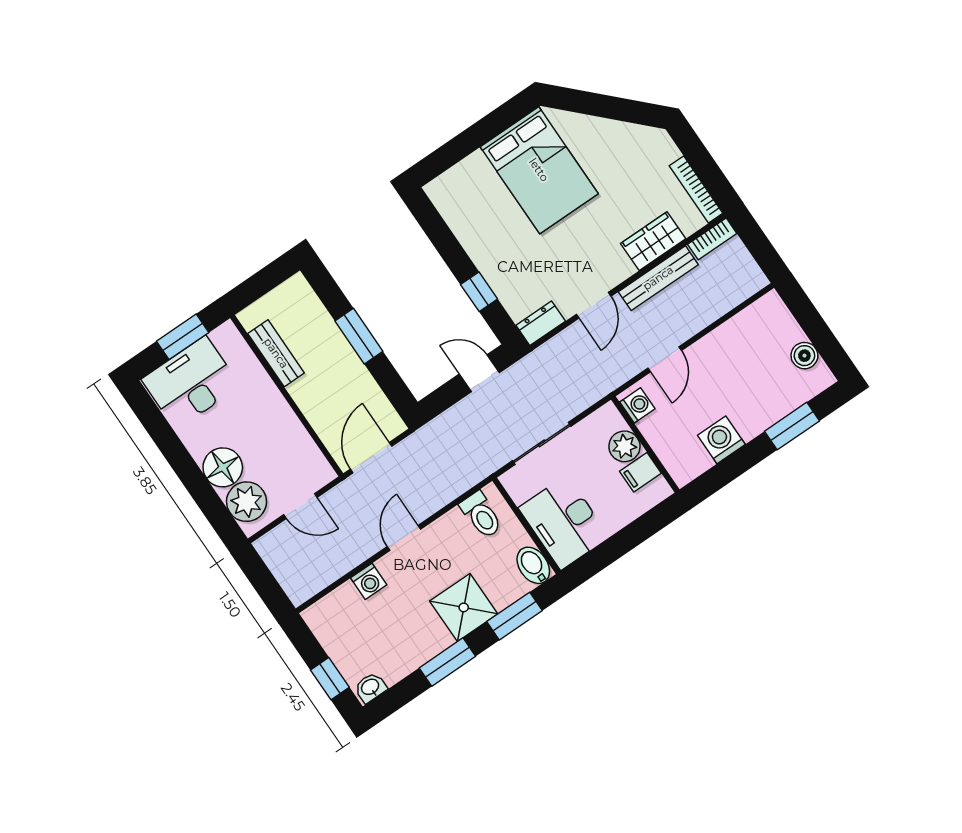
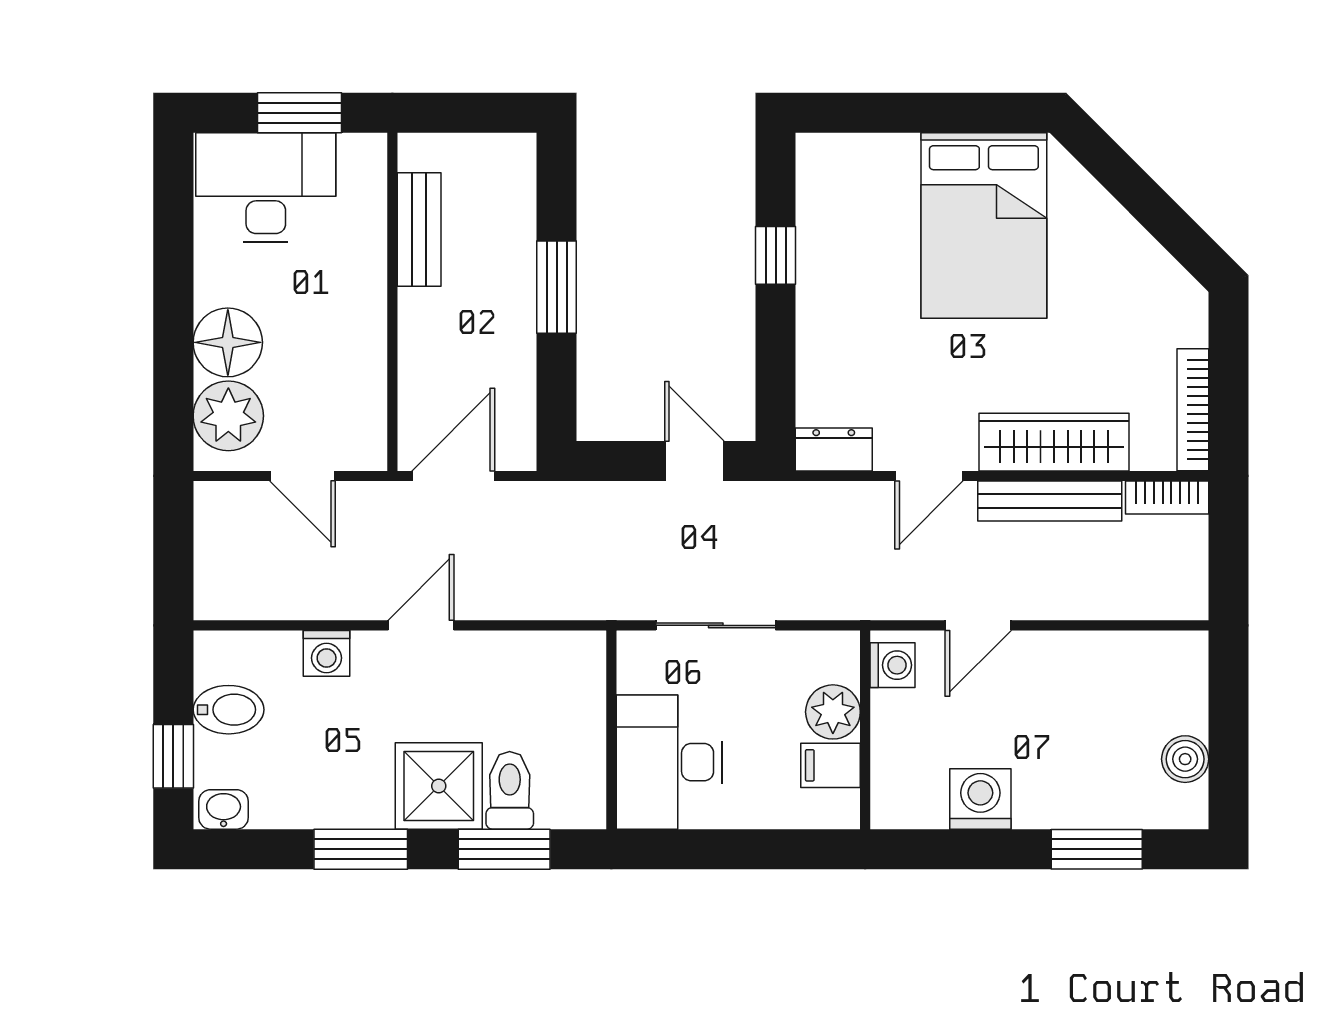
wardrobe: (653, 241) -> (1054, 442), width x1.50
window: (479, 292) -> (776, 255), moved
toilet: (481, 515) -> (510, 790), moved, turned 180
bidet: (533, 565) -> (229, 710), moved, turned 90

